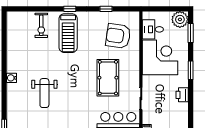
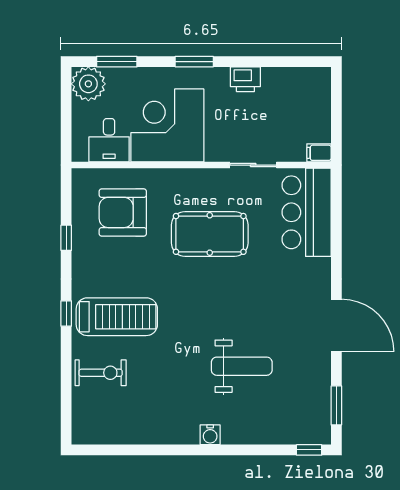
armchair: (118, 36) -> (123, 212), turned 82

